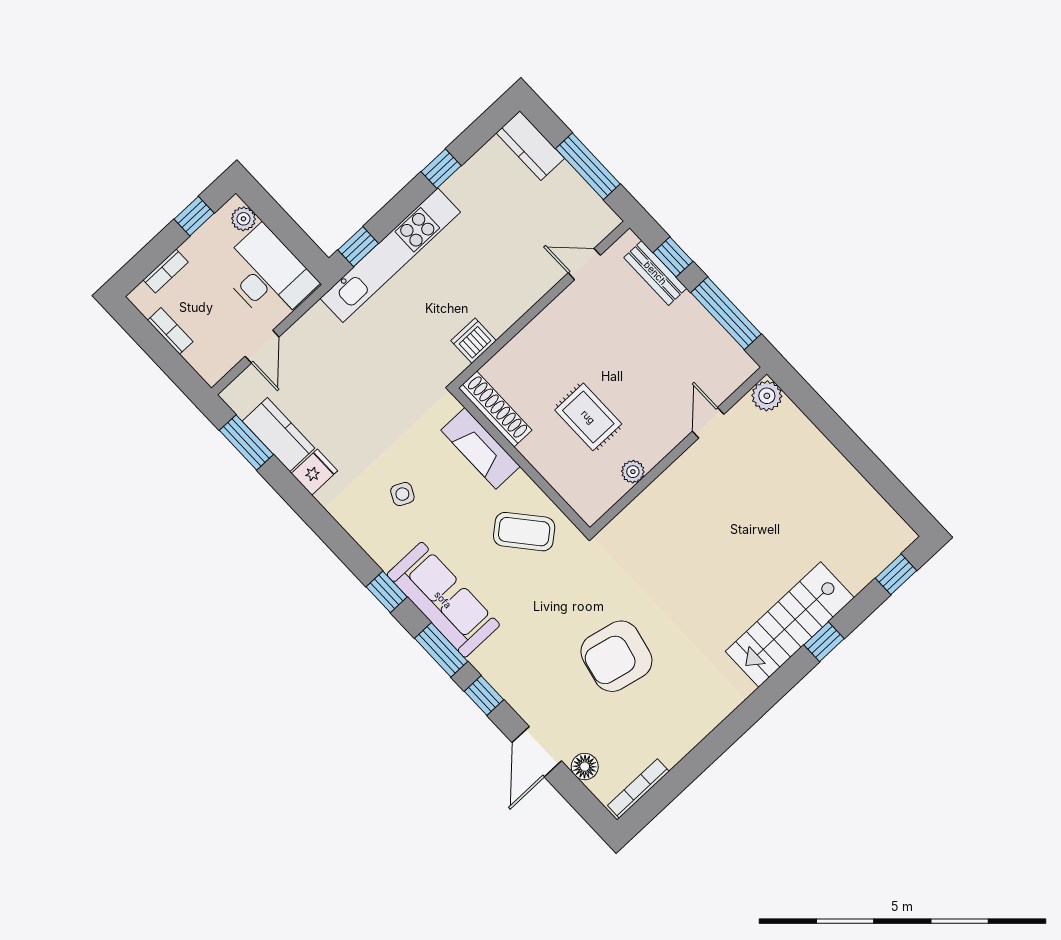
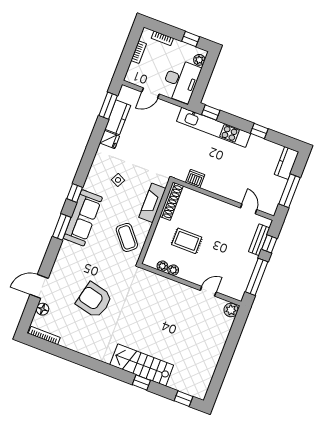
rug: (588, 417) -> (187, 241), turned 90
plant: (615, 489) -> (162, 266), added
window: (484, 696) -> (52, 254), removed

